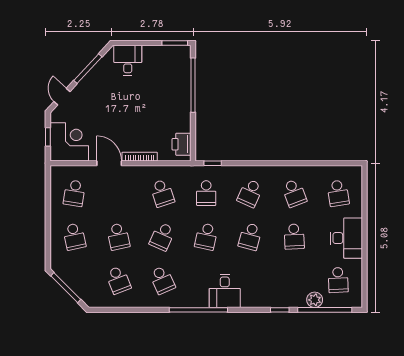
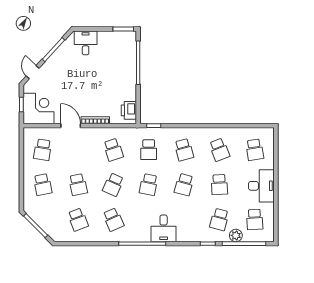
school desk: (250, 193) -> (184, 150), turned -39
school desk: (294, 280) -> (219, 219), added

